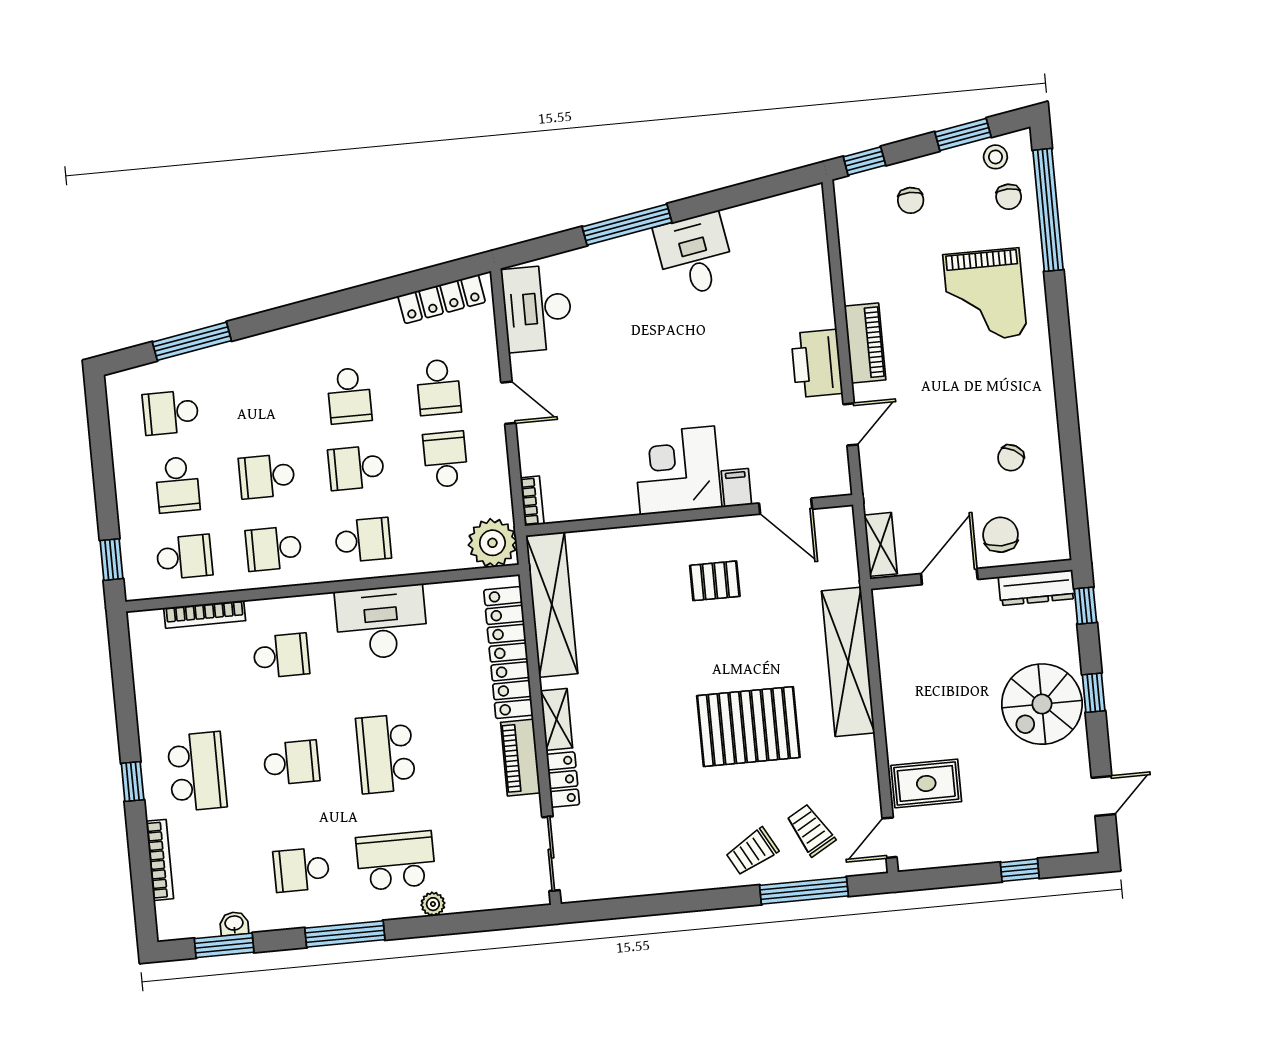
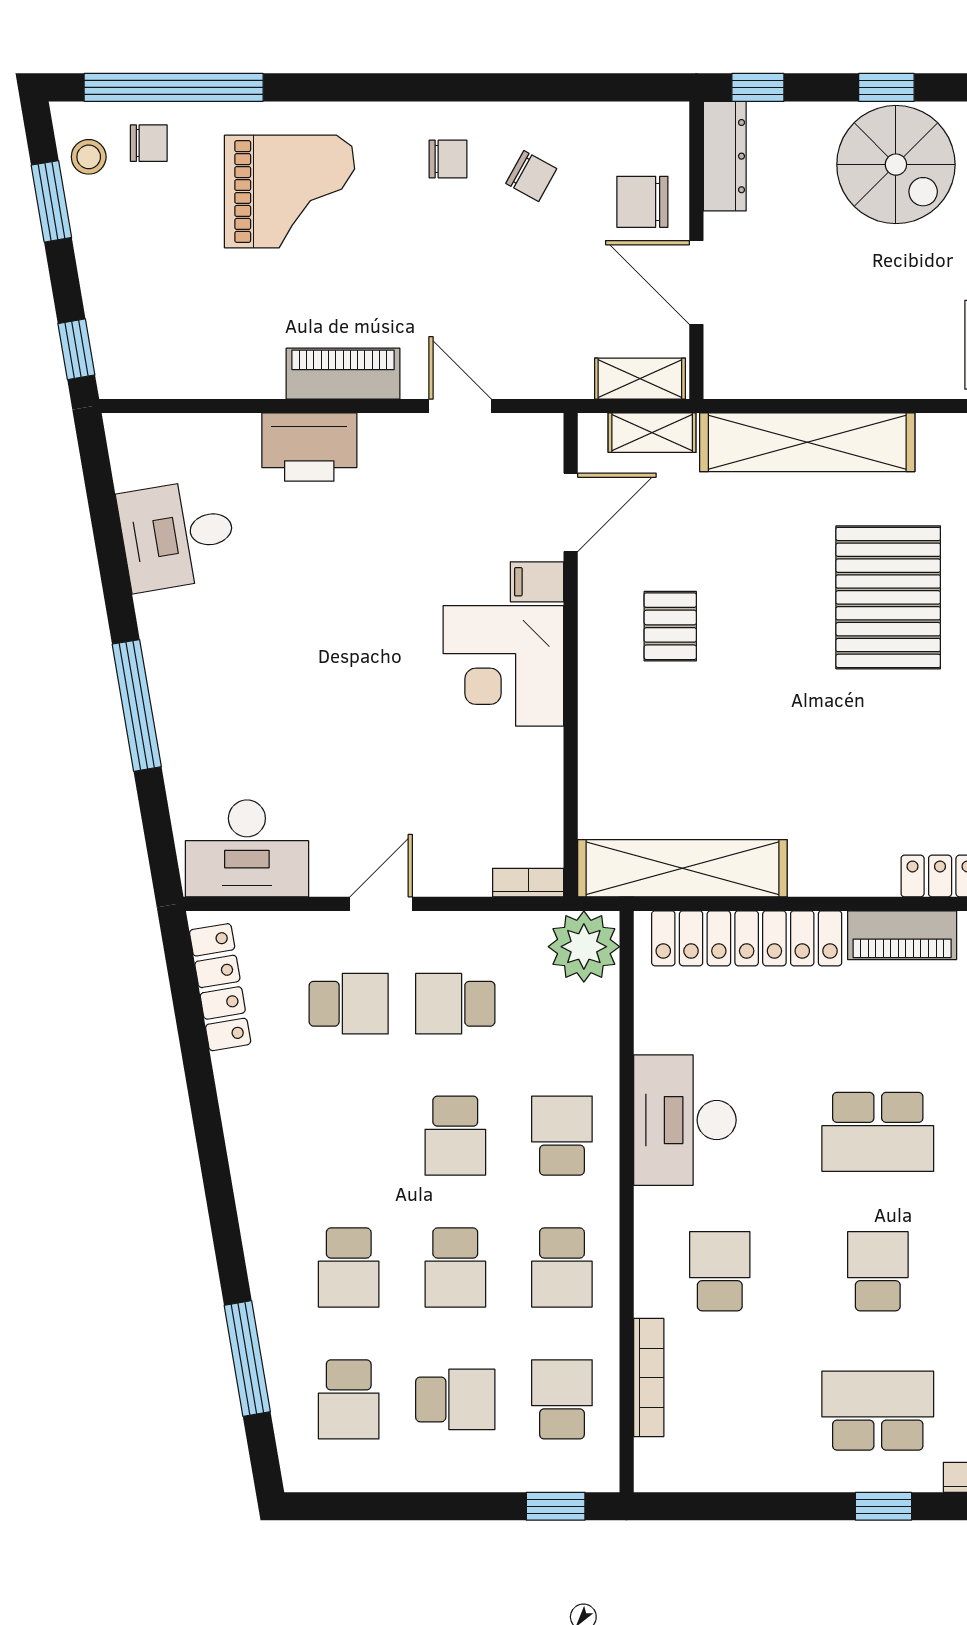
chair: (911, 200) -> (448, 159), moved
desk: (695, 255) -> (177, 535), moved
printer: (817, 364) -> (309, 447), moved
school desk: (349, 396) -> (349, 1268), moved, turned 90
shelving: (557, 719) -> (652, 433), moved

